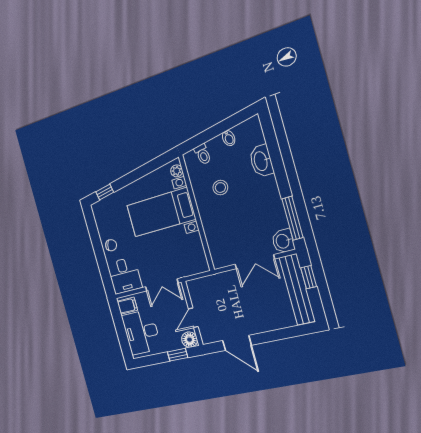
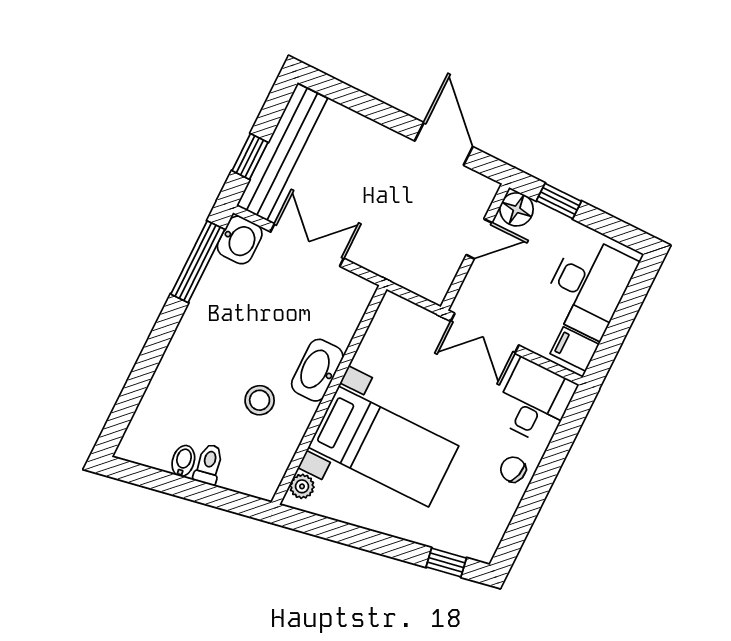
toilet: (203, 154) -> (209, 464), moved
washbasin: (261, 161) -> (317, 370), moved, turned 180
double door: (162, 285) -> (485, 333), swing flipped

